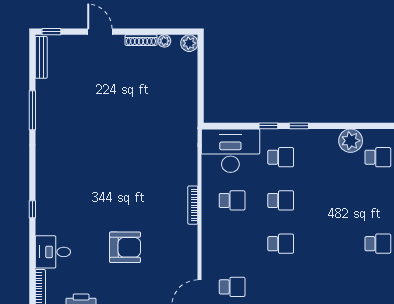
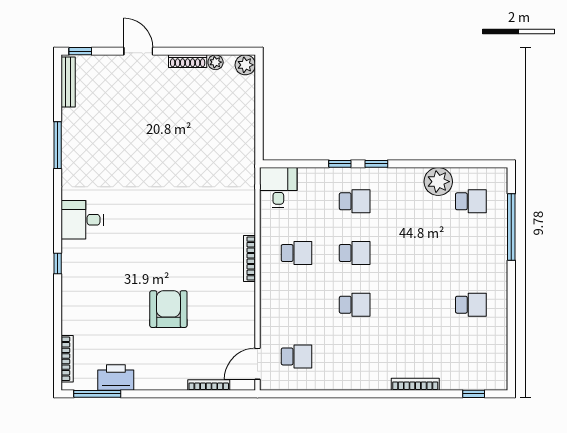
desk: (230, 151) -> (278, 187), width x0.53, depth x0.77
armchair: (125, 247) -> (168, 309), turned -90
desk: (53, 252) -> (82, 220), moved

